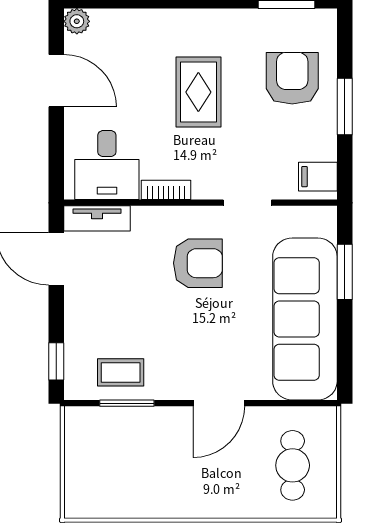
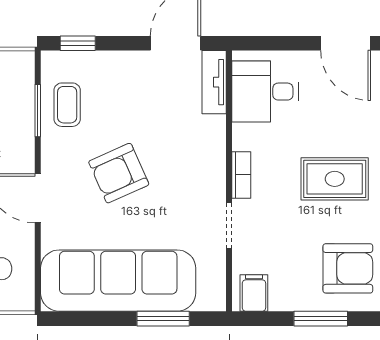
door: (56, 81) -> (346, 43), hinge flipped
bookcase: (166, 190) -> (241, 175), moved
armchair: (198, 263) -> (119, 173), moved, turned 66

